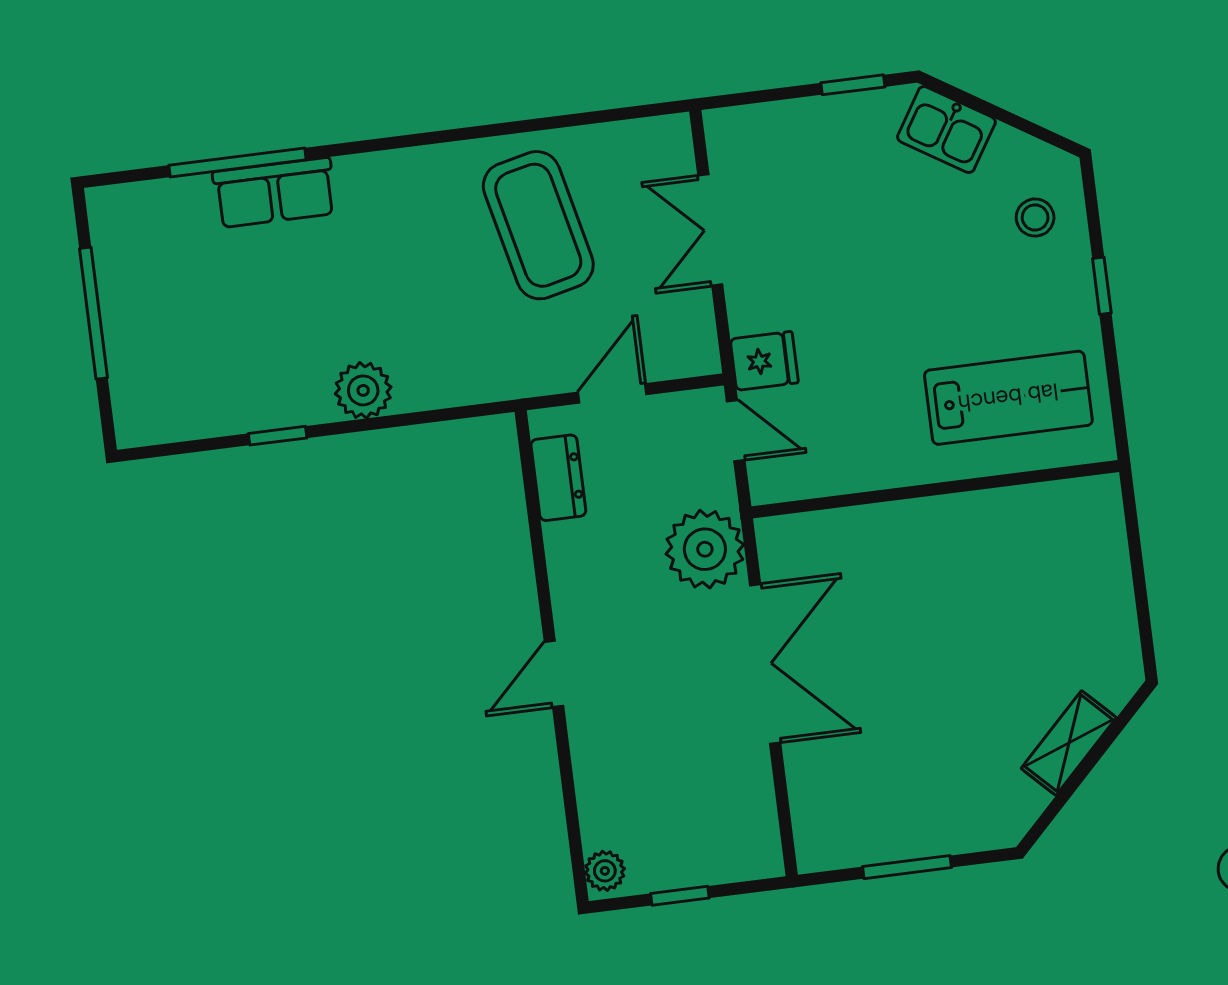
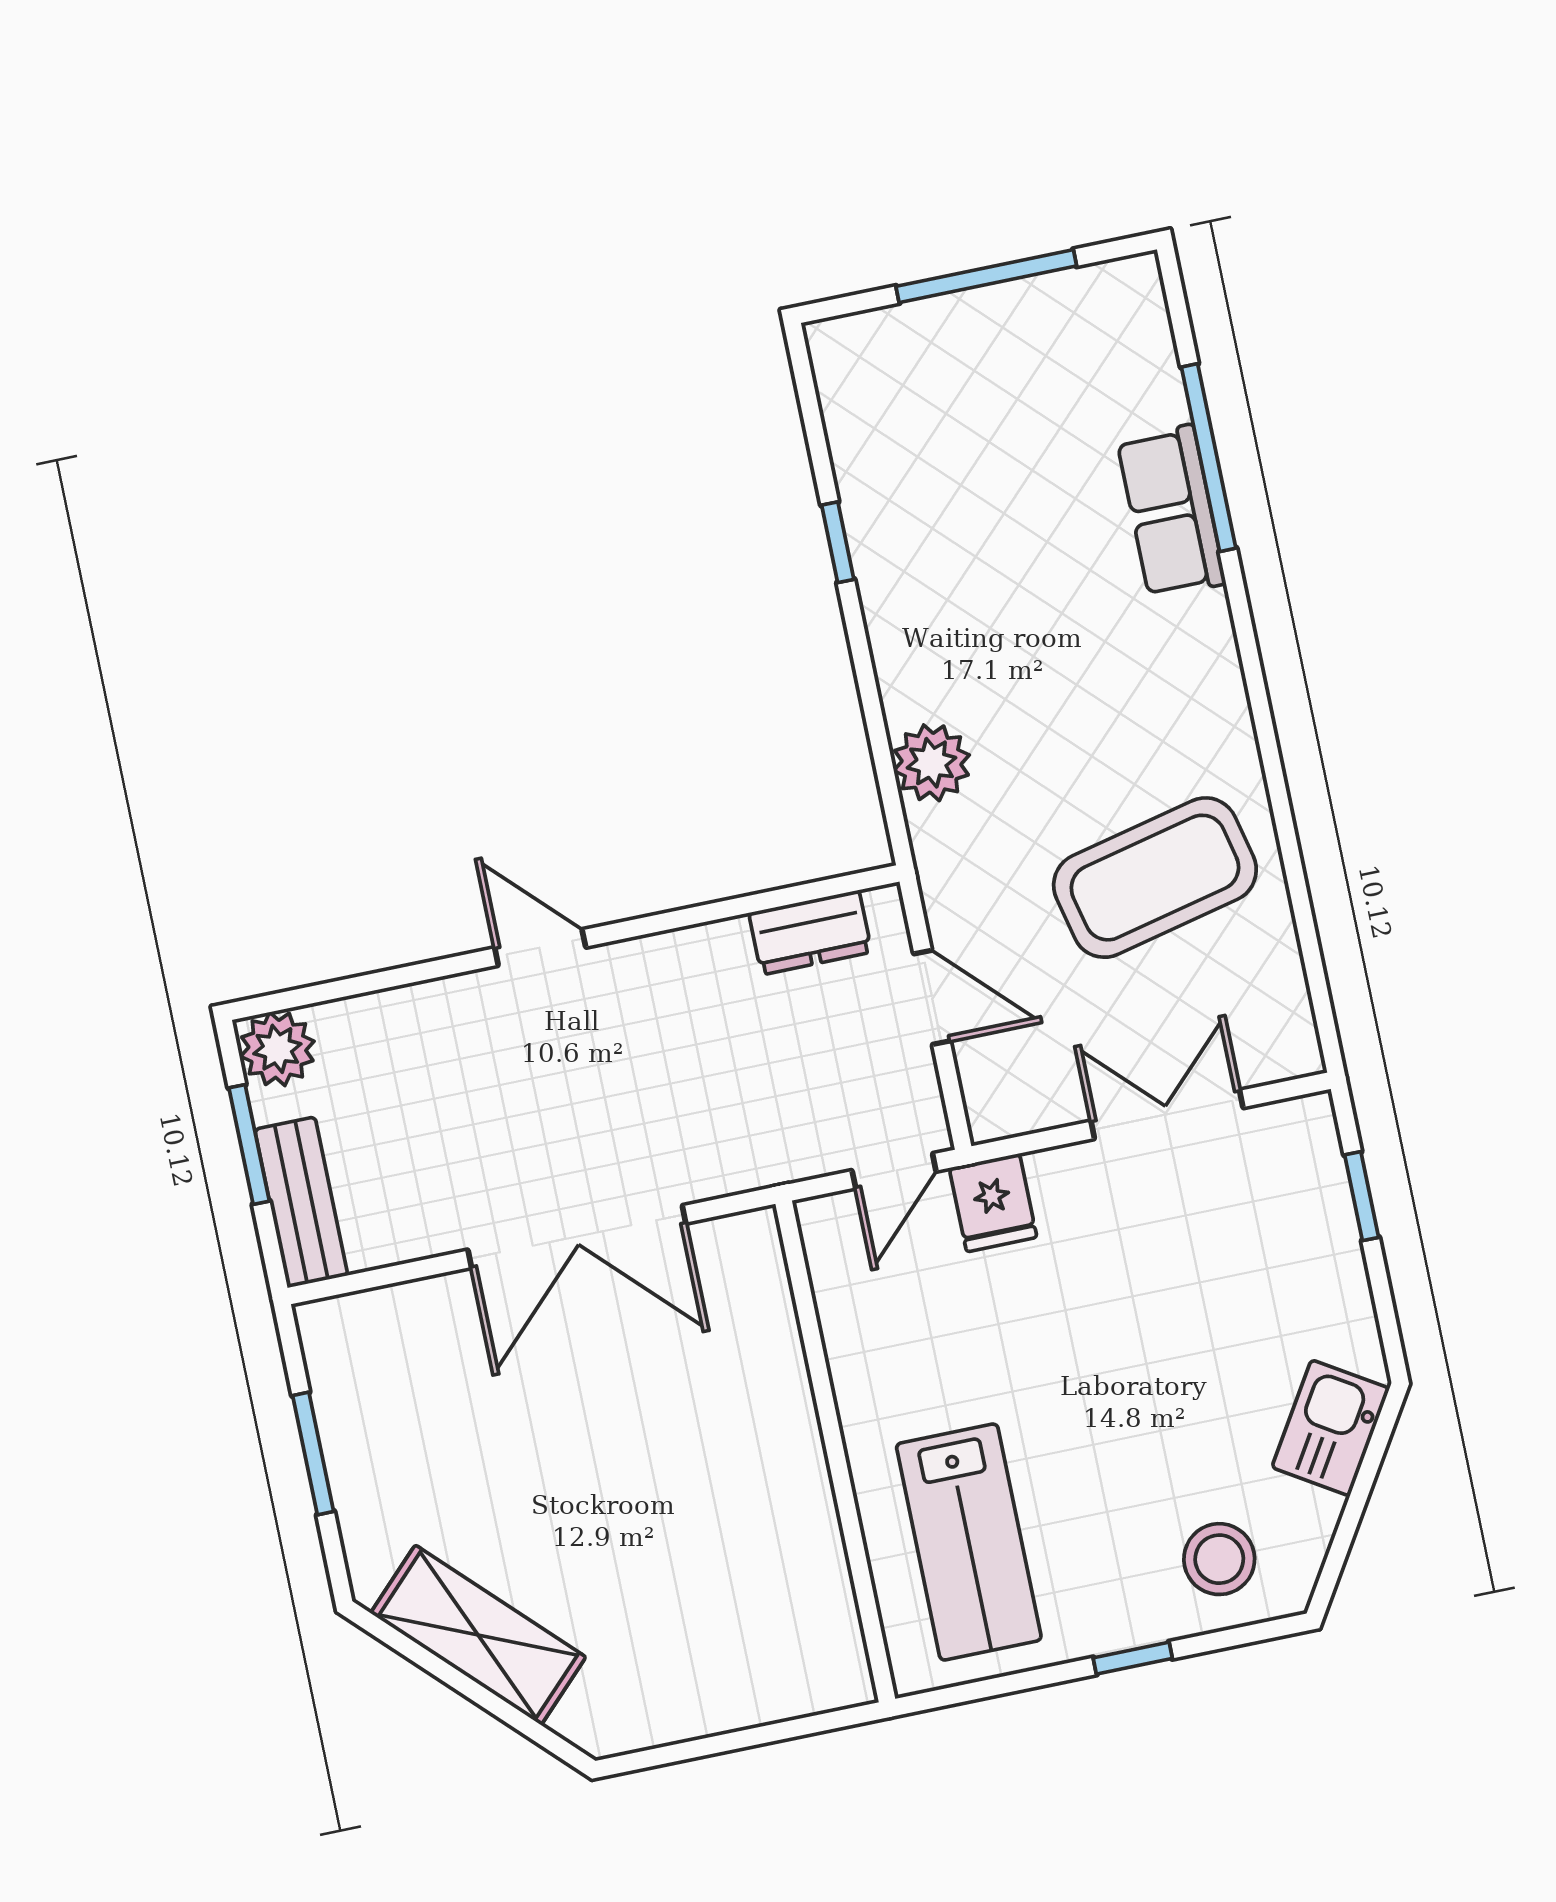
window: (853, 85) -> (1362, 1196), moved
stool: (1035, 218) -> (1219, 1559), width x1.37, depth x1.37
plant: (363, 390) -> (931, 763), moved
plant: (705, 549) -> (728, 1141), removed
shelving: (1069, 743) -> (478, 1635), width x1.50, depth x1.33
bench: (725, 861) -> (301, 1202), added
plant: (605, 871) -> (277, 1049), width x1.38, depth x1.38
window: (680, 896) -> (249, 1145), width x1.50

